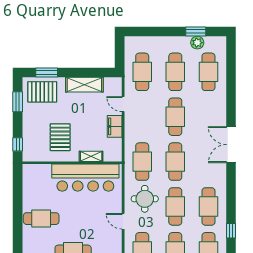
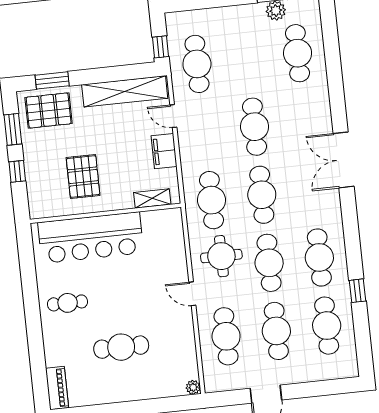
window: (120, 58) -> (161, 47), added
cafe table: (175, 72) -> (247, 59), removed
shelving: (84, 85) -> (125, 91), width x1.47
window: (18, 144) -> (17, 171), moved
shelving: (91, 156) -> (152, 198), moved
bar counter: (85, 178) -> (91, 238), moved
cafe table: (41, 219) -> (68, 303), width x0.73, depth x0.74

